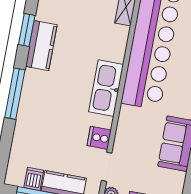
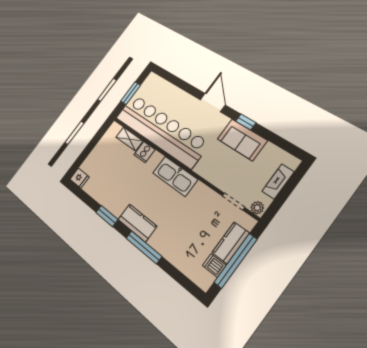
kitchen counter: (41, 46) -> (137, 223), moved
cooker: (99, 138) -> (144, 152), moved

